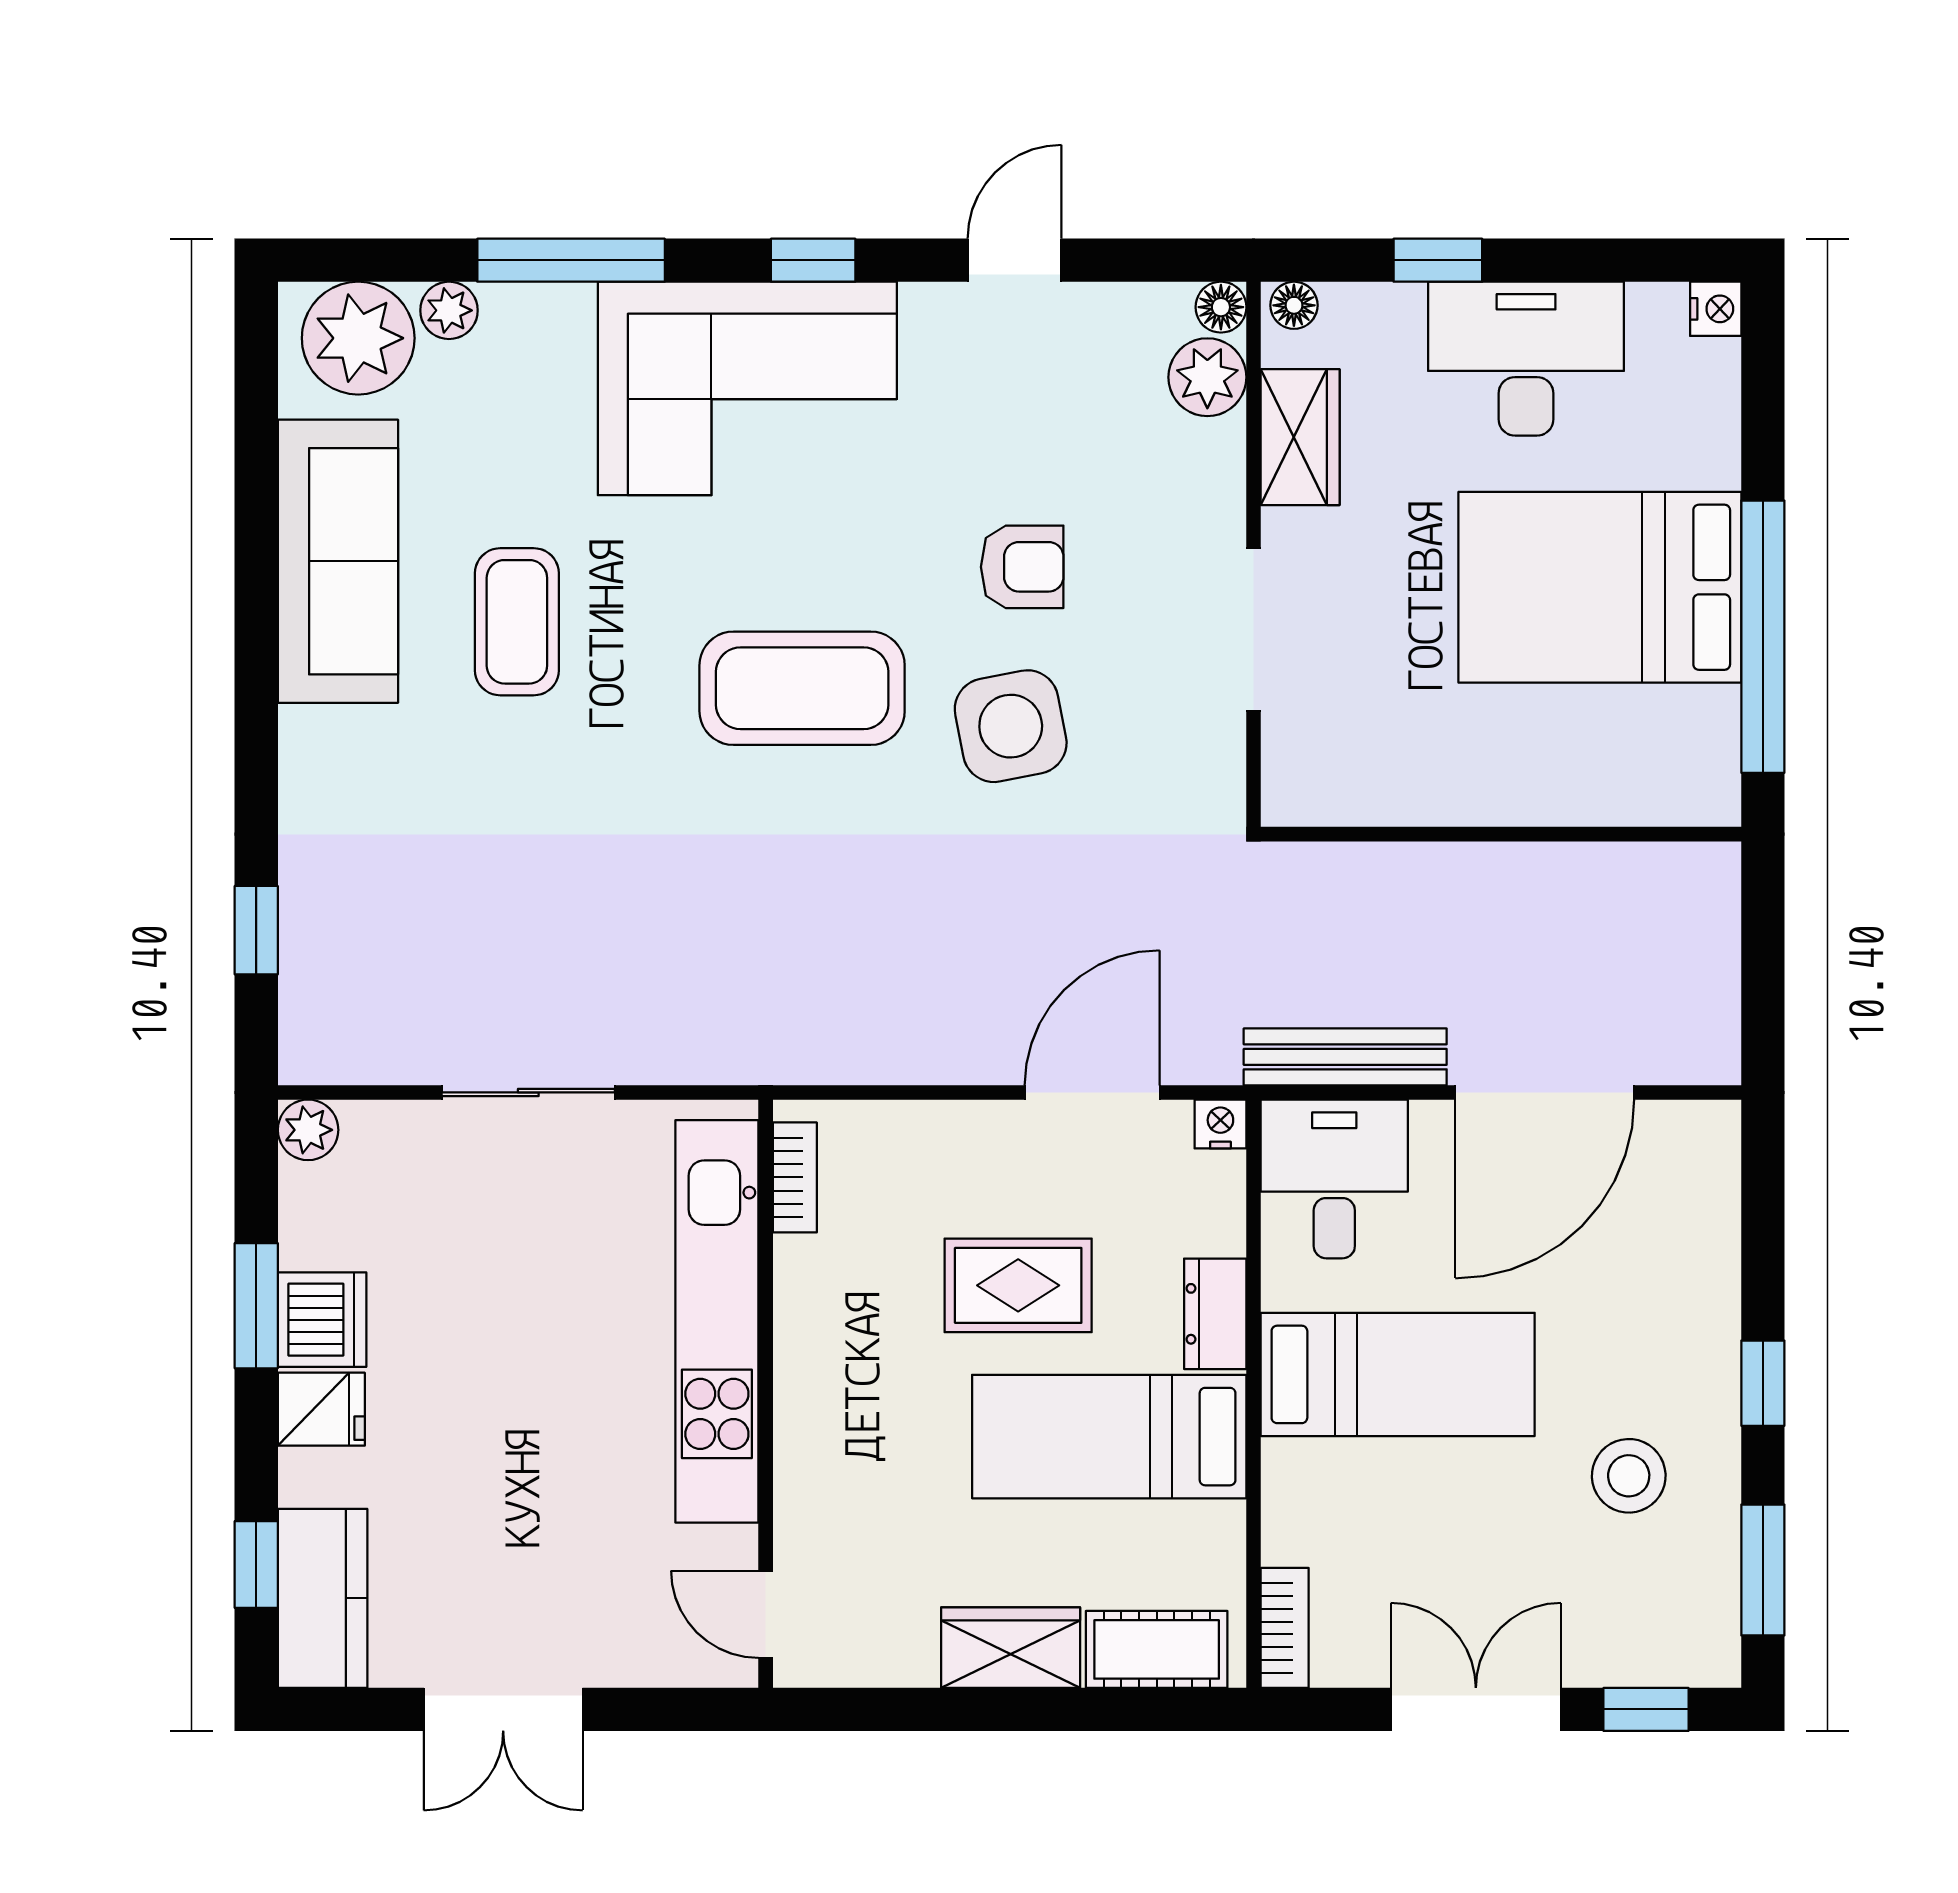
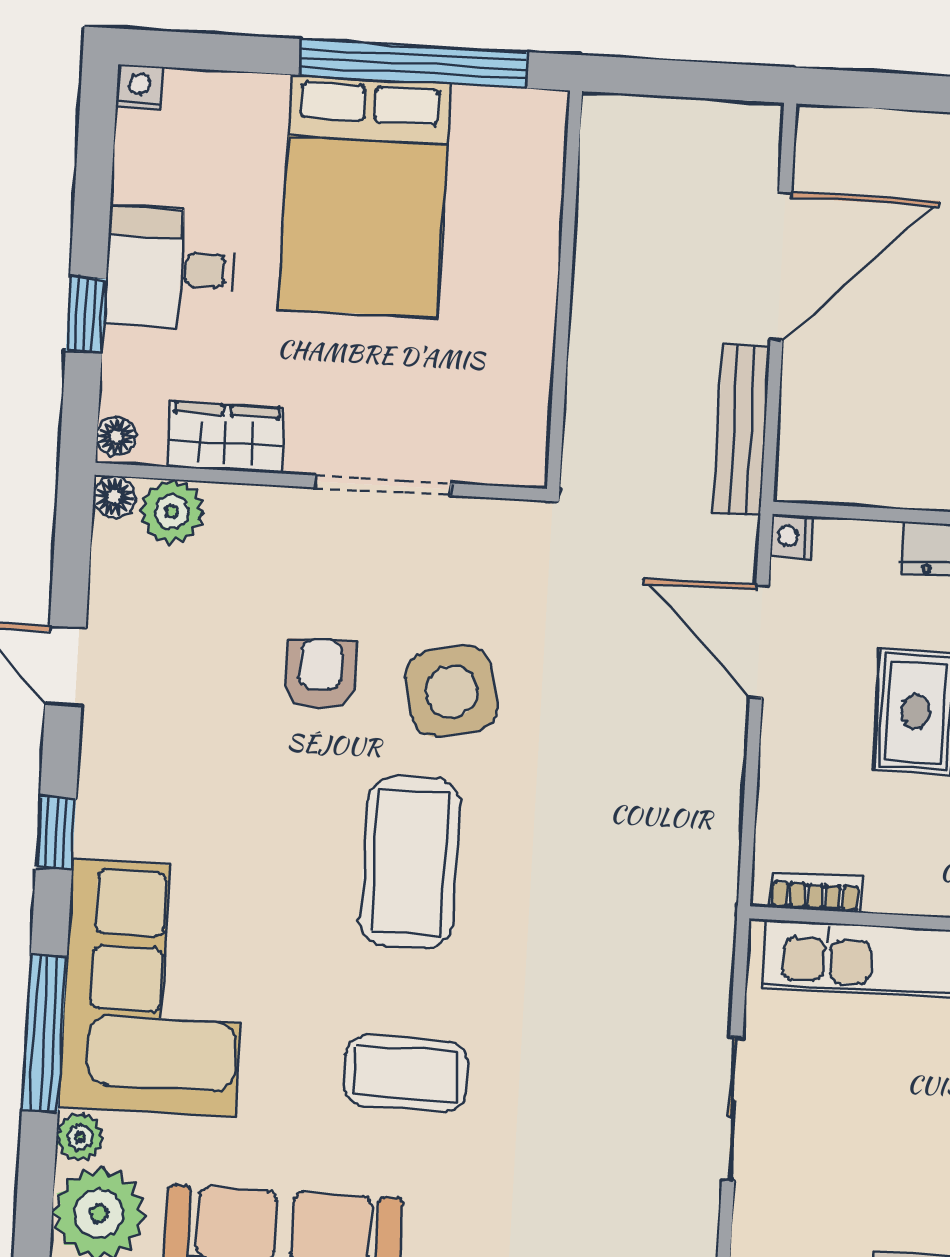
desk: (1526, 359) -> (170, 269), width x0.73
corner sofa: (747, 388) -> (154, 988), moved
coffee table: (517, 622) -> (406, 1074), moved
door: (1545, 1092) -> (781, 266), hinge flipped
desk: (1334, 1179) -> (842, 445), removed

